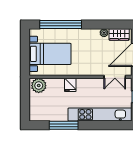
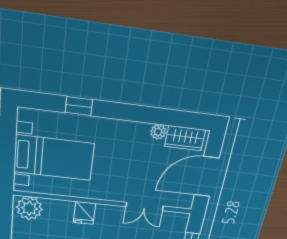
window: (61, 24) -> (79, 106), width x0.32
double door: (115, 77) -> (145, 206), moved

